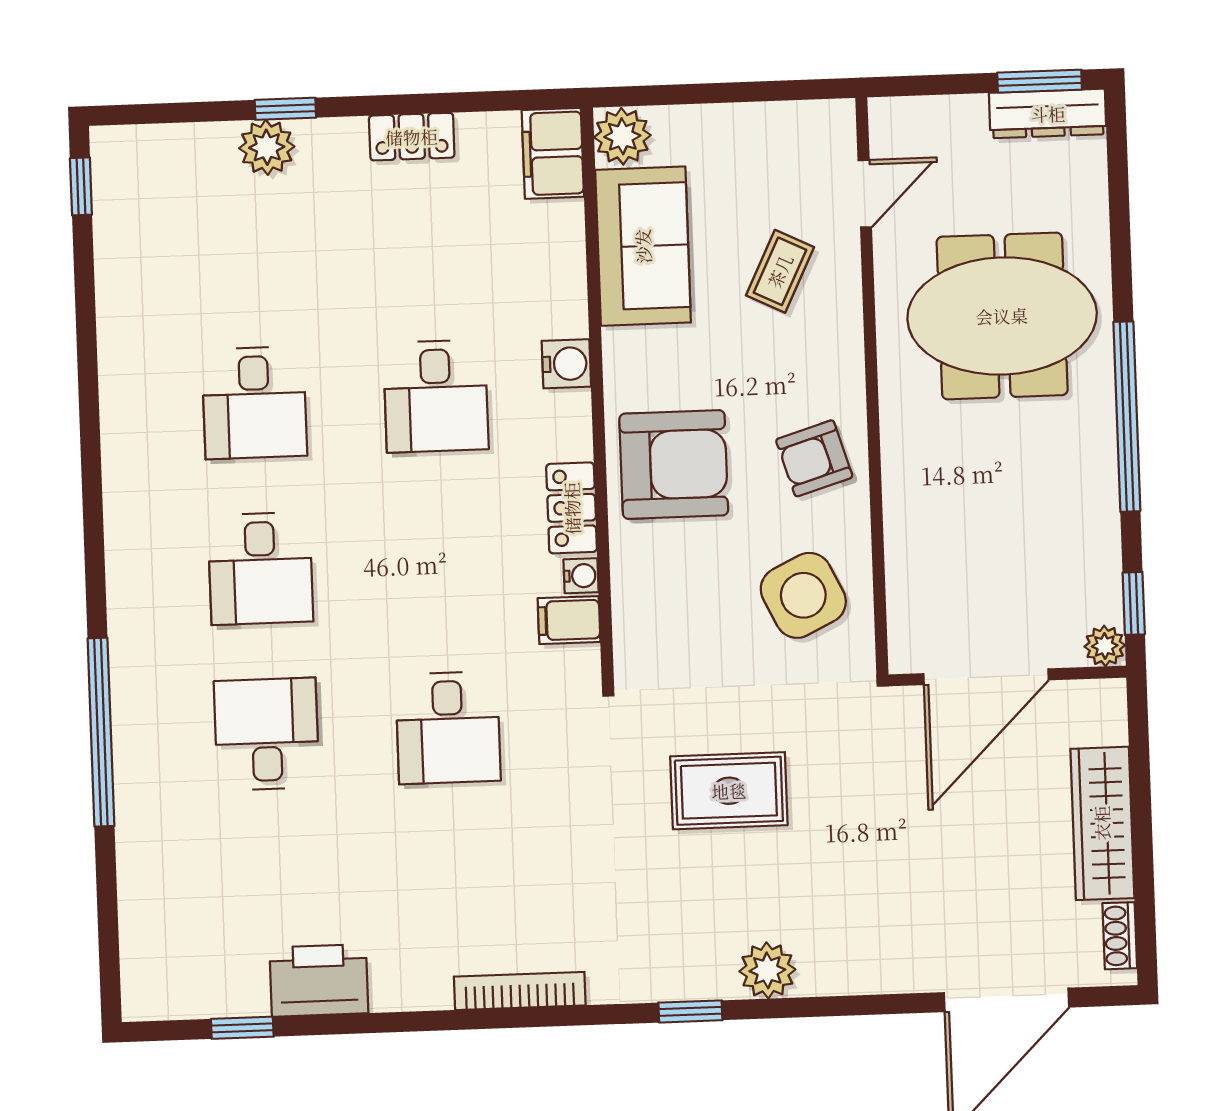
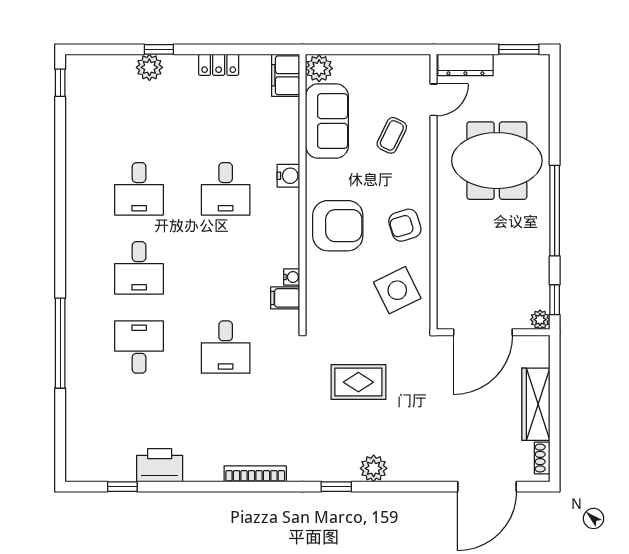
dresser: (1048, 114) -> (465, 65), moved
locker: (572, 508) -> (288, 245), removed

